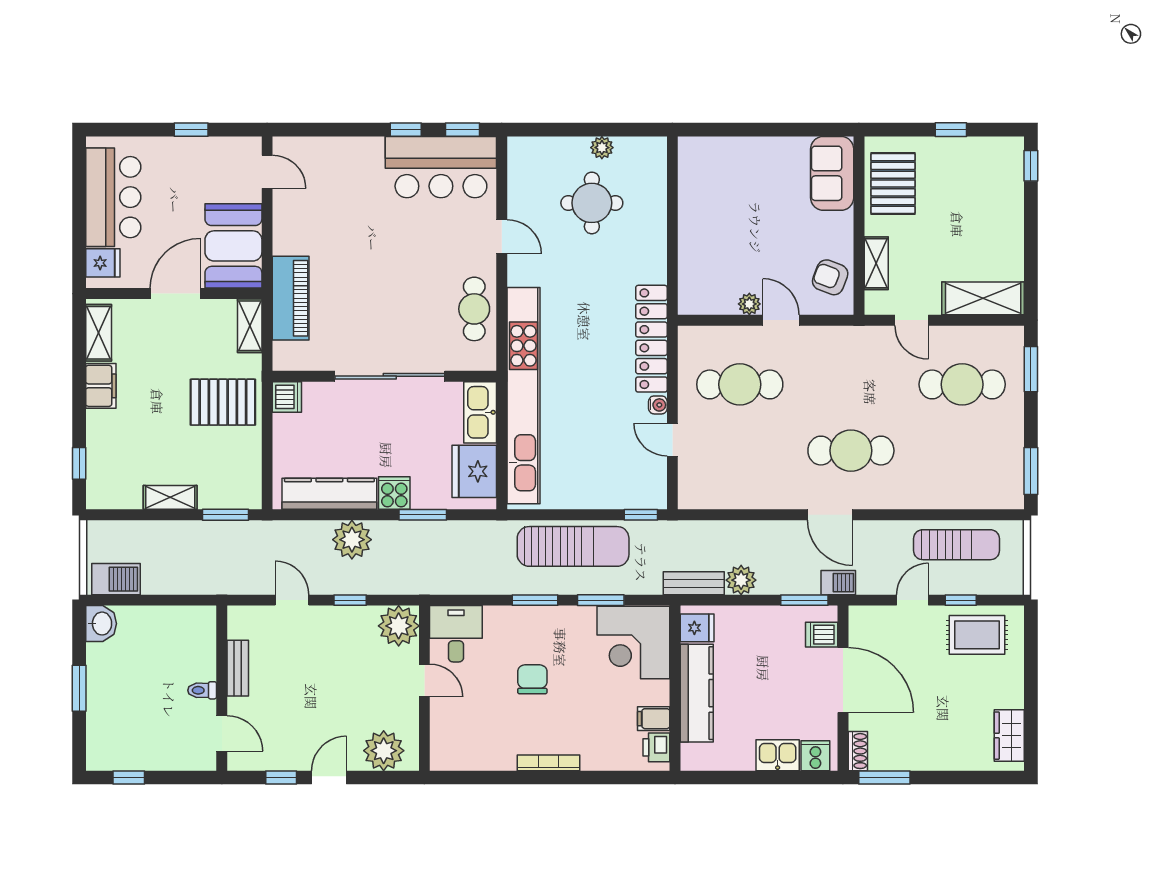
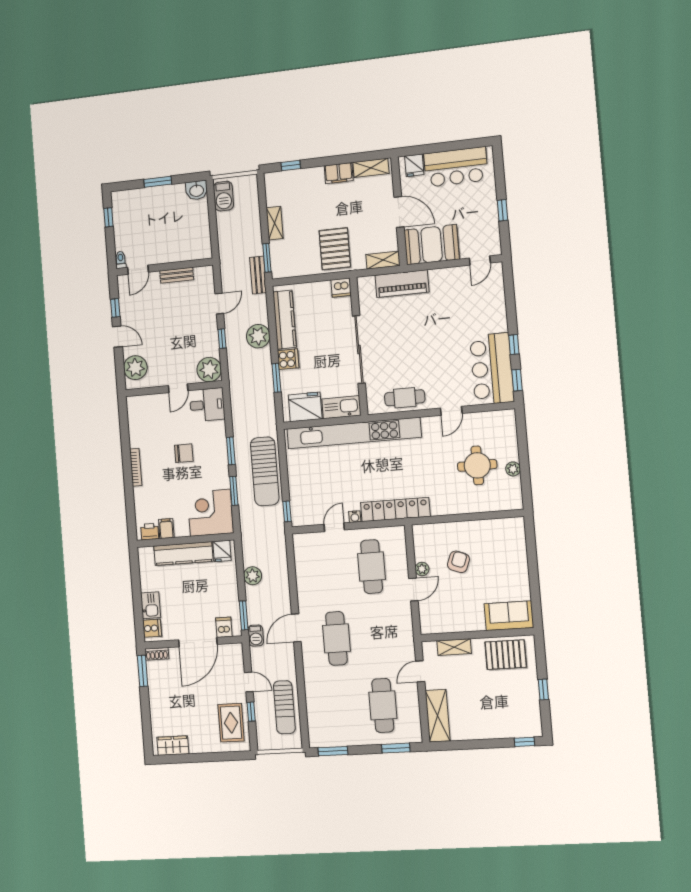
armchair: (830, 277) -> (458, 562), moved
bench: (694, 583) -> (258, 275), moved
toilet: (202, 690) -> (121, 260), moved

